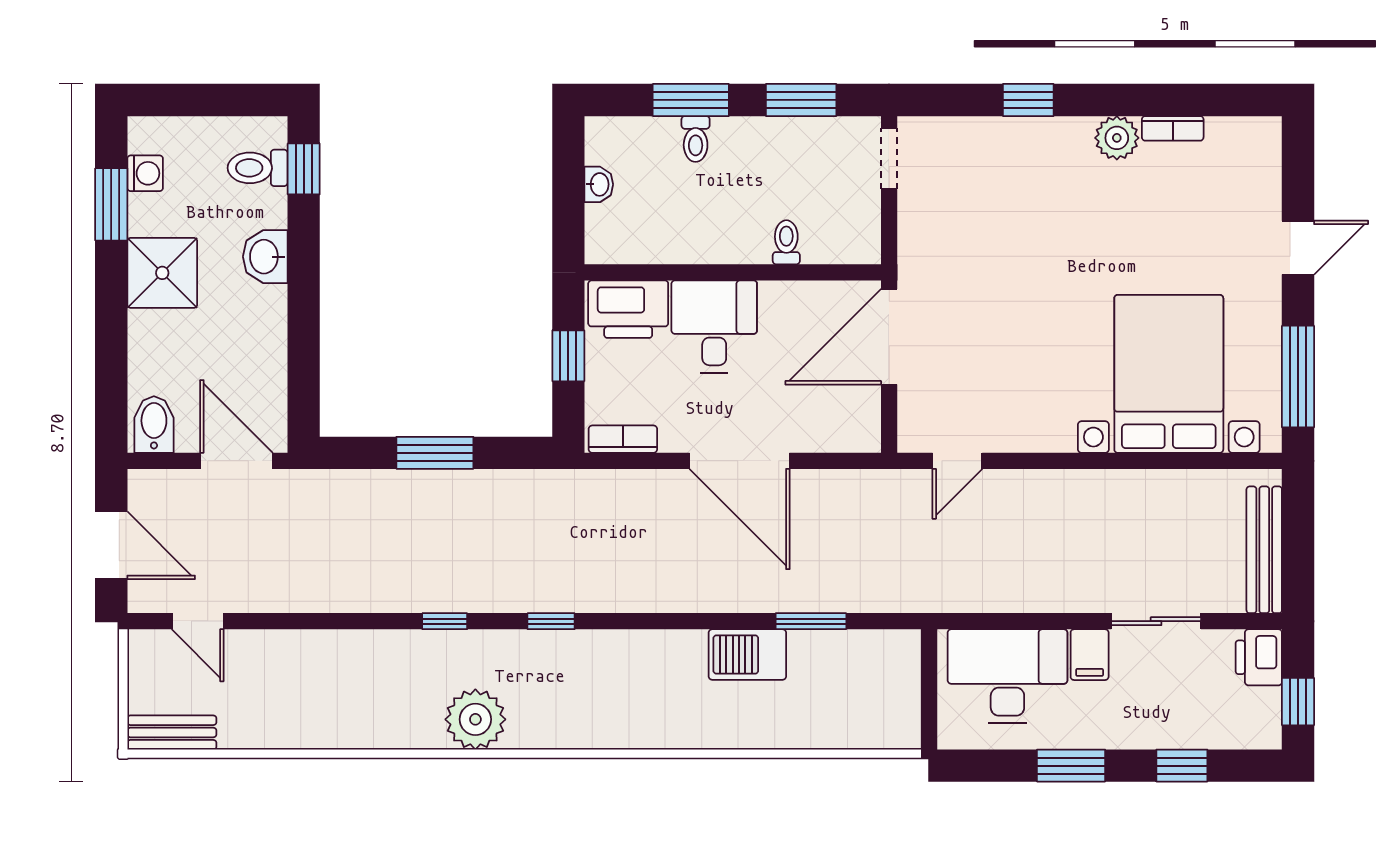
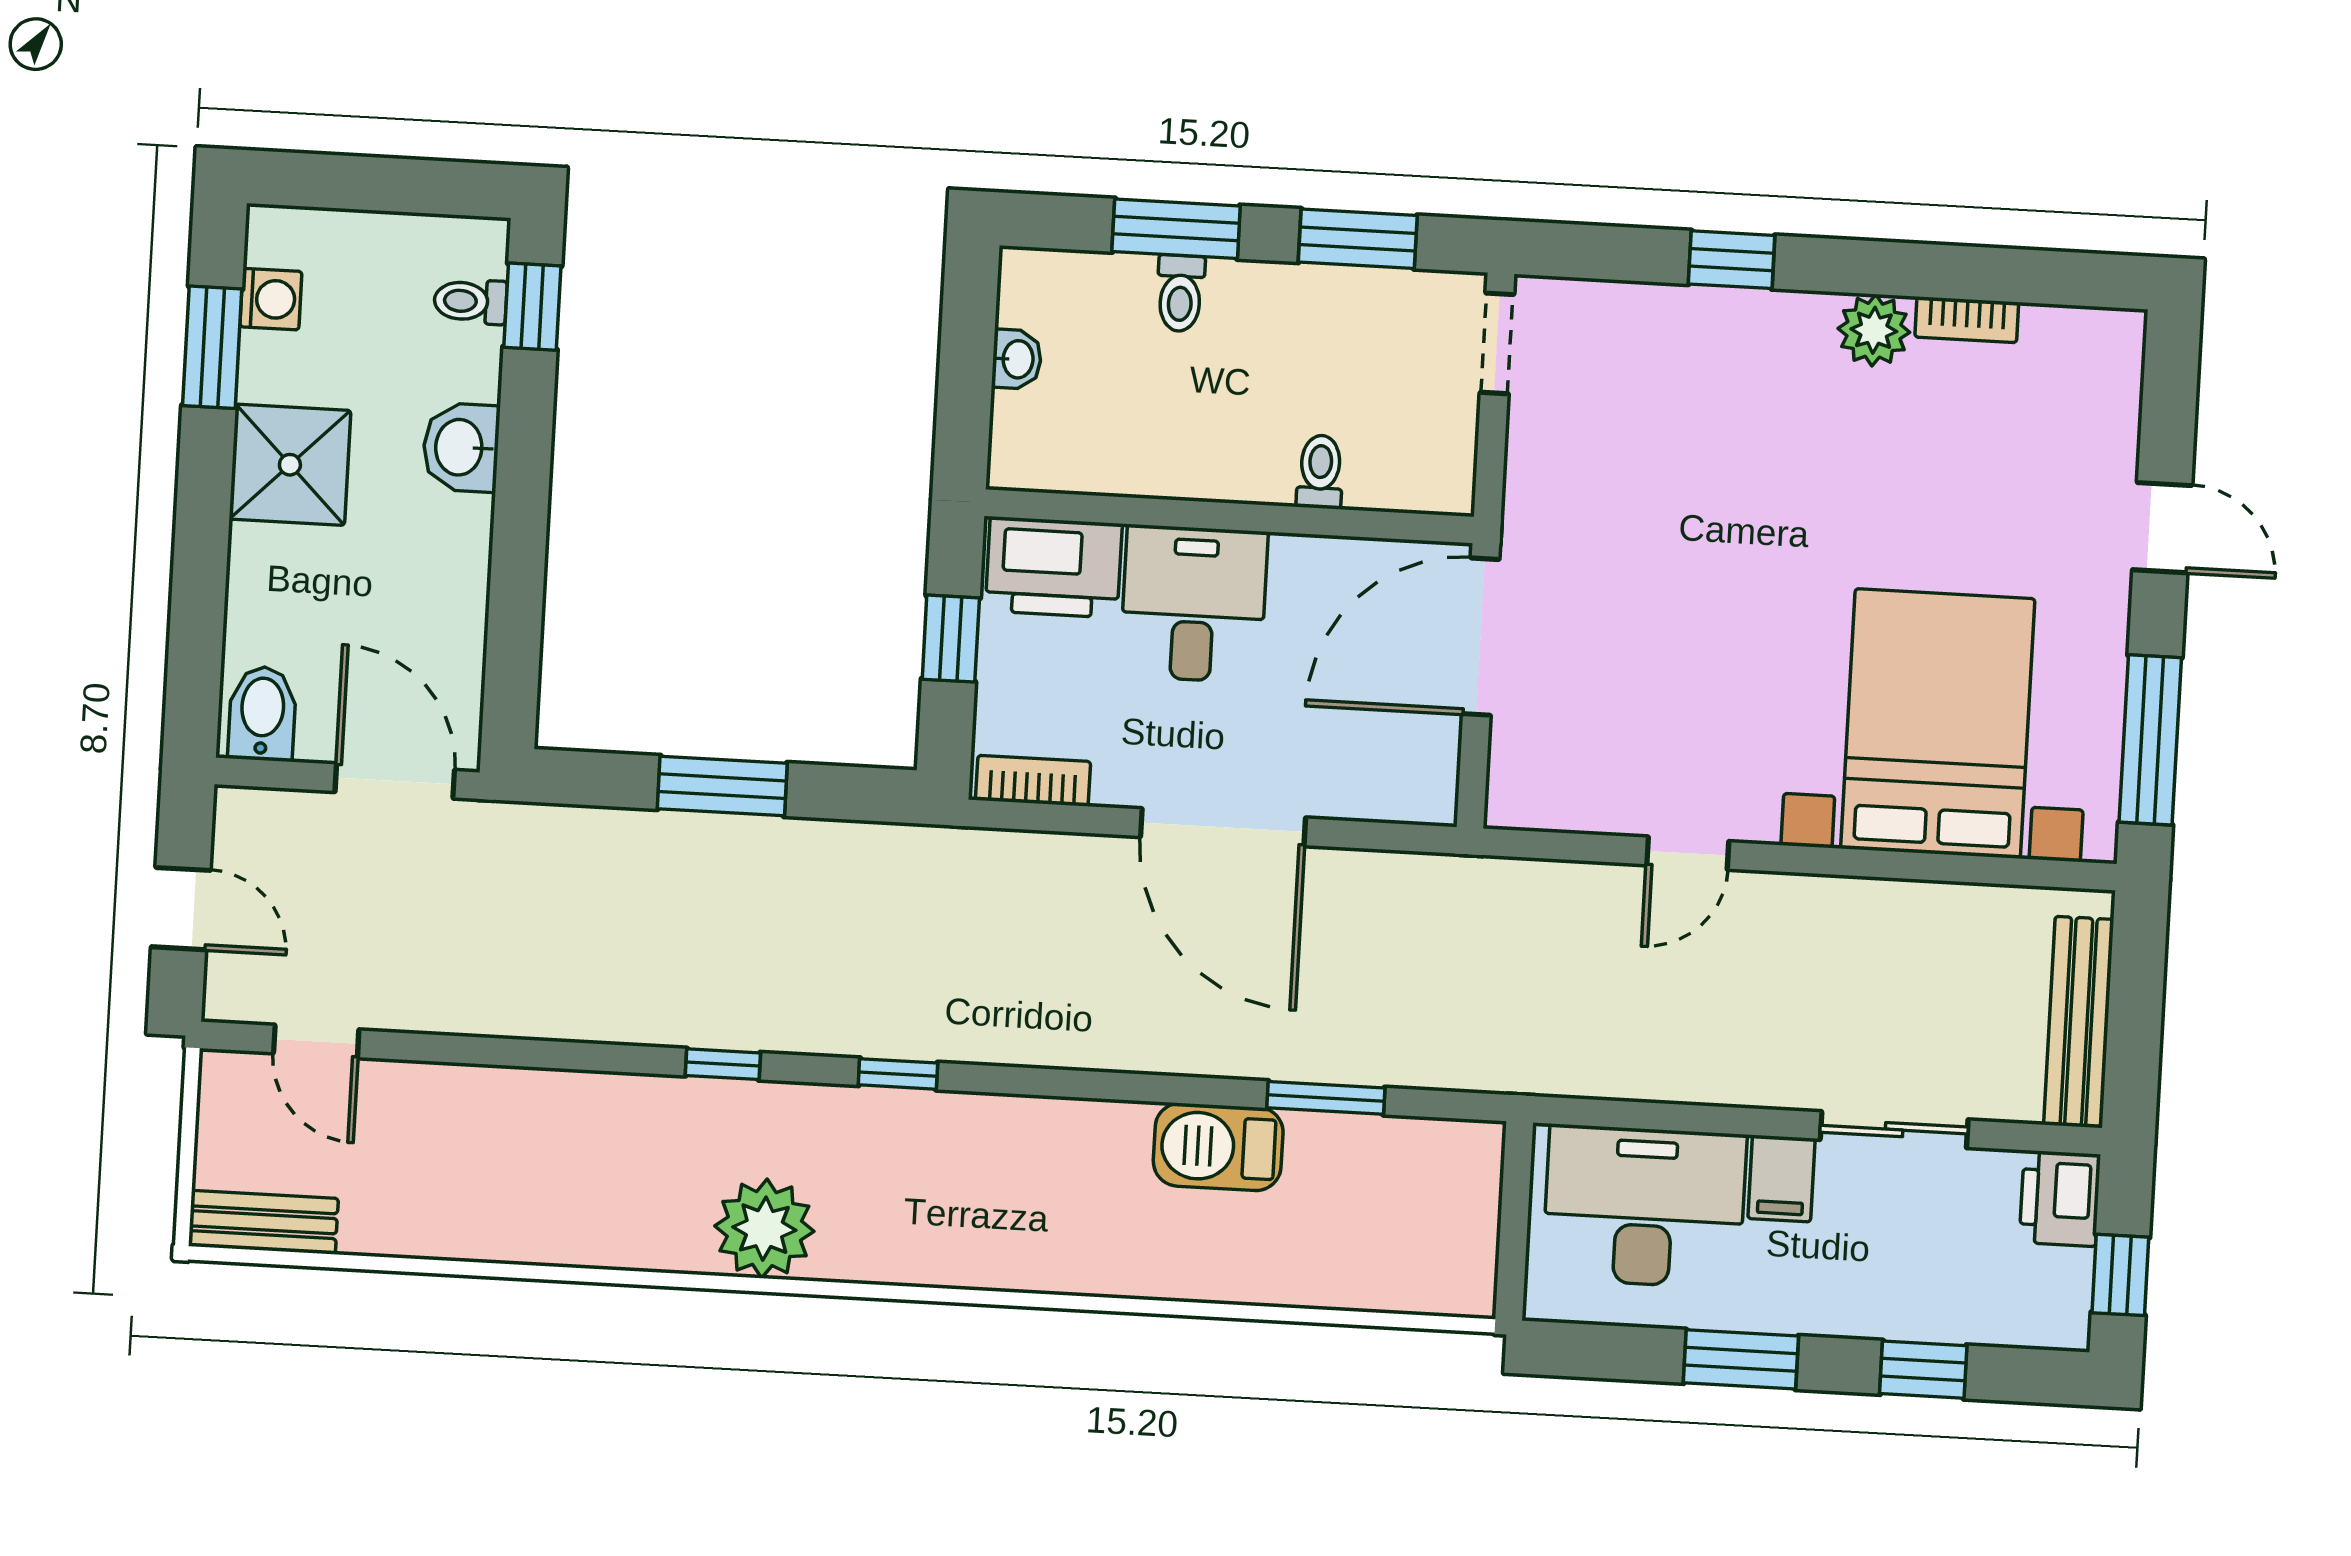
toilet: (258, 168) -> (470, 301), width x0.73, depth x0.72
door: (1298, 248) -> (2162, 528), hinge flipped
door: (957, 461) -> (1688, 853), moved
door: (111, 545) -> (181, 909), width x0.73

